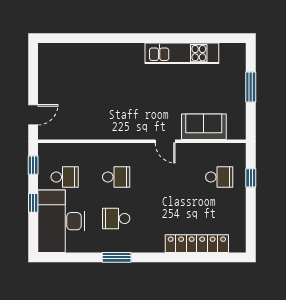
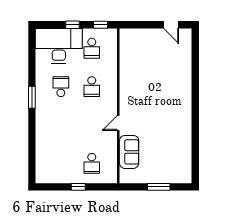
kitchen unit: (182, 53) -> (184, 136), removed
door: (33, 115) -> (171, 25), moved
window: (251, 178) -> (78, 187), moved
locker: (197, 244) -> (42, 147), removed
window: (117, 257) -> (32, 97), moved

